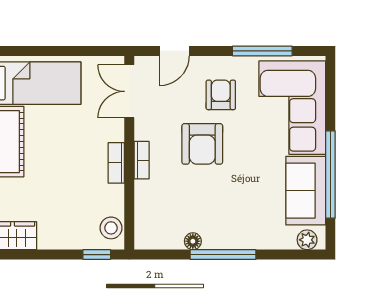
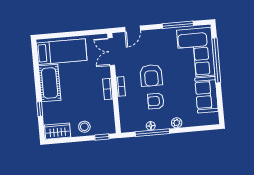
armchair: (221, 95) -> (156, 101), moved, turned -90
window: (330, 175) -> (216, 60), moved
stool: (111, 228) -> (84, 127), moved
plant: (307, 240) -> (177, 123), moved
window: (223, 255) -> (152, 133), moved

